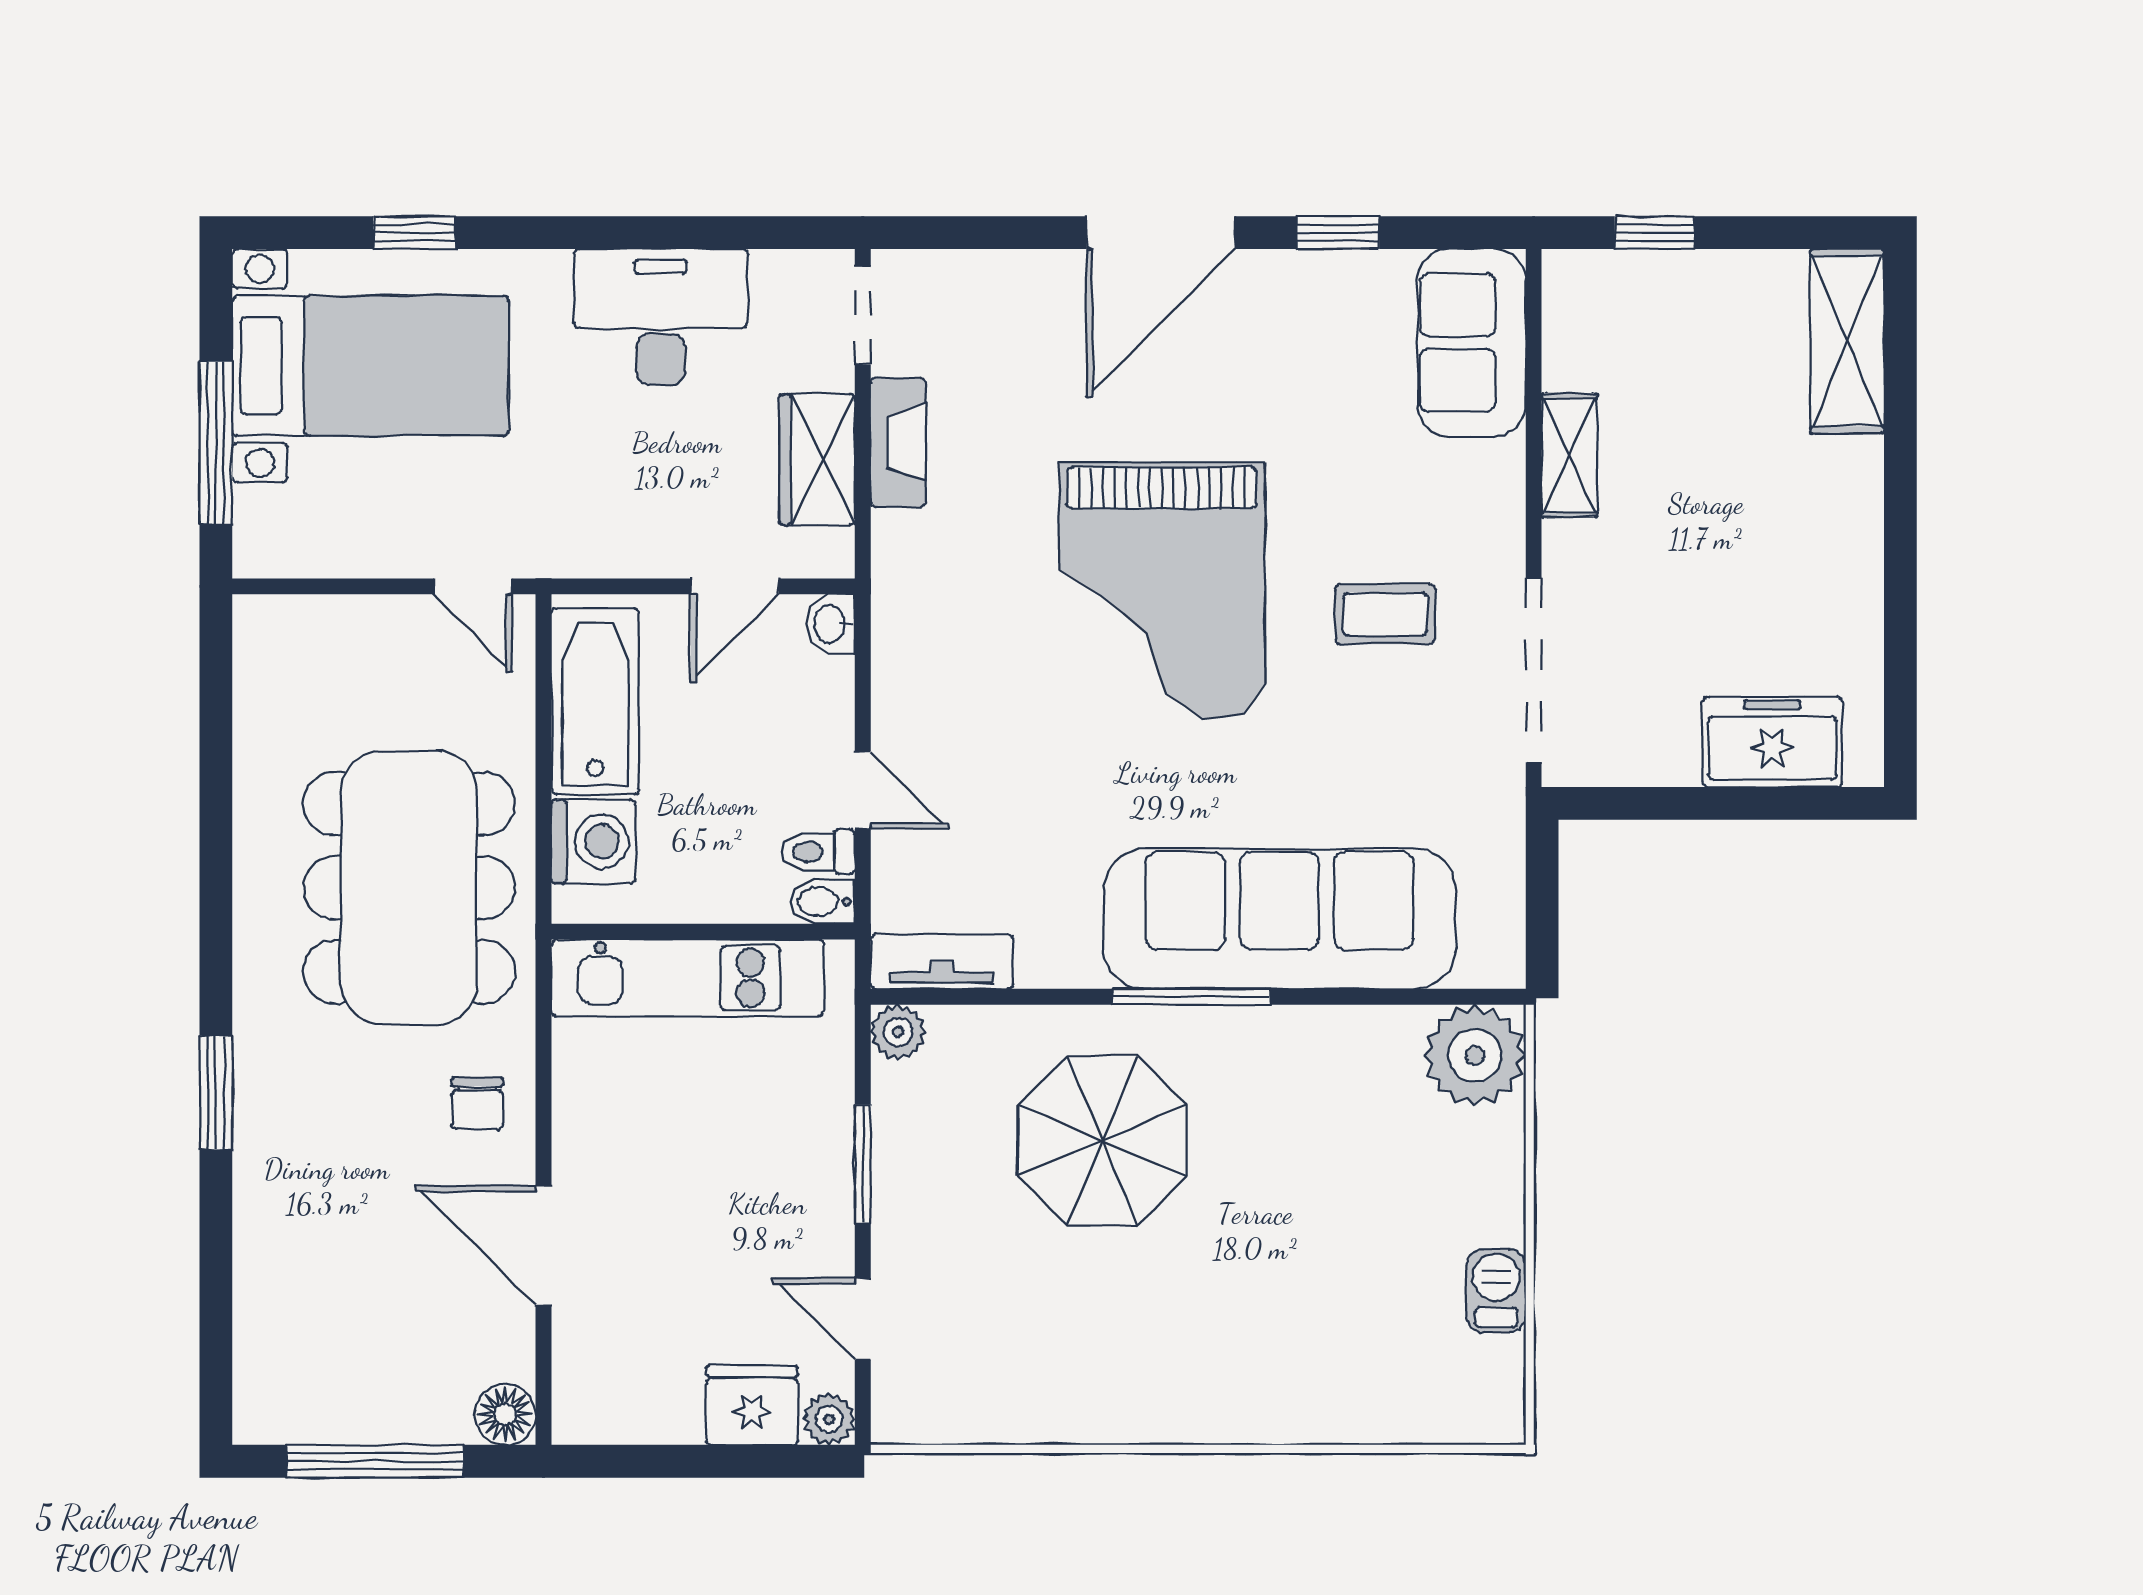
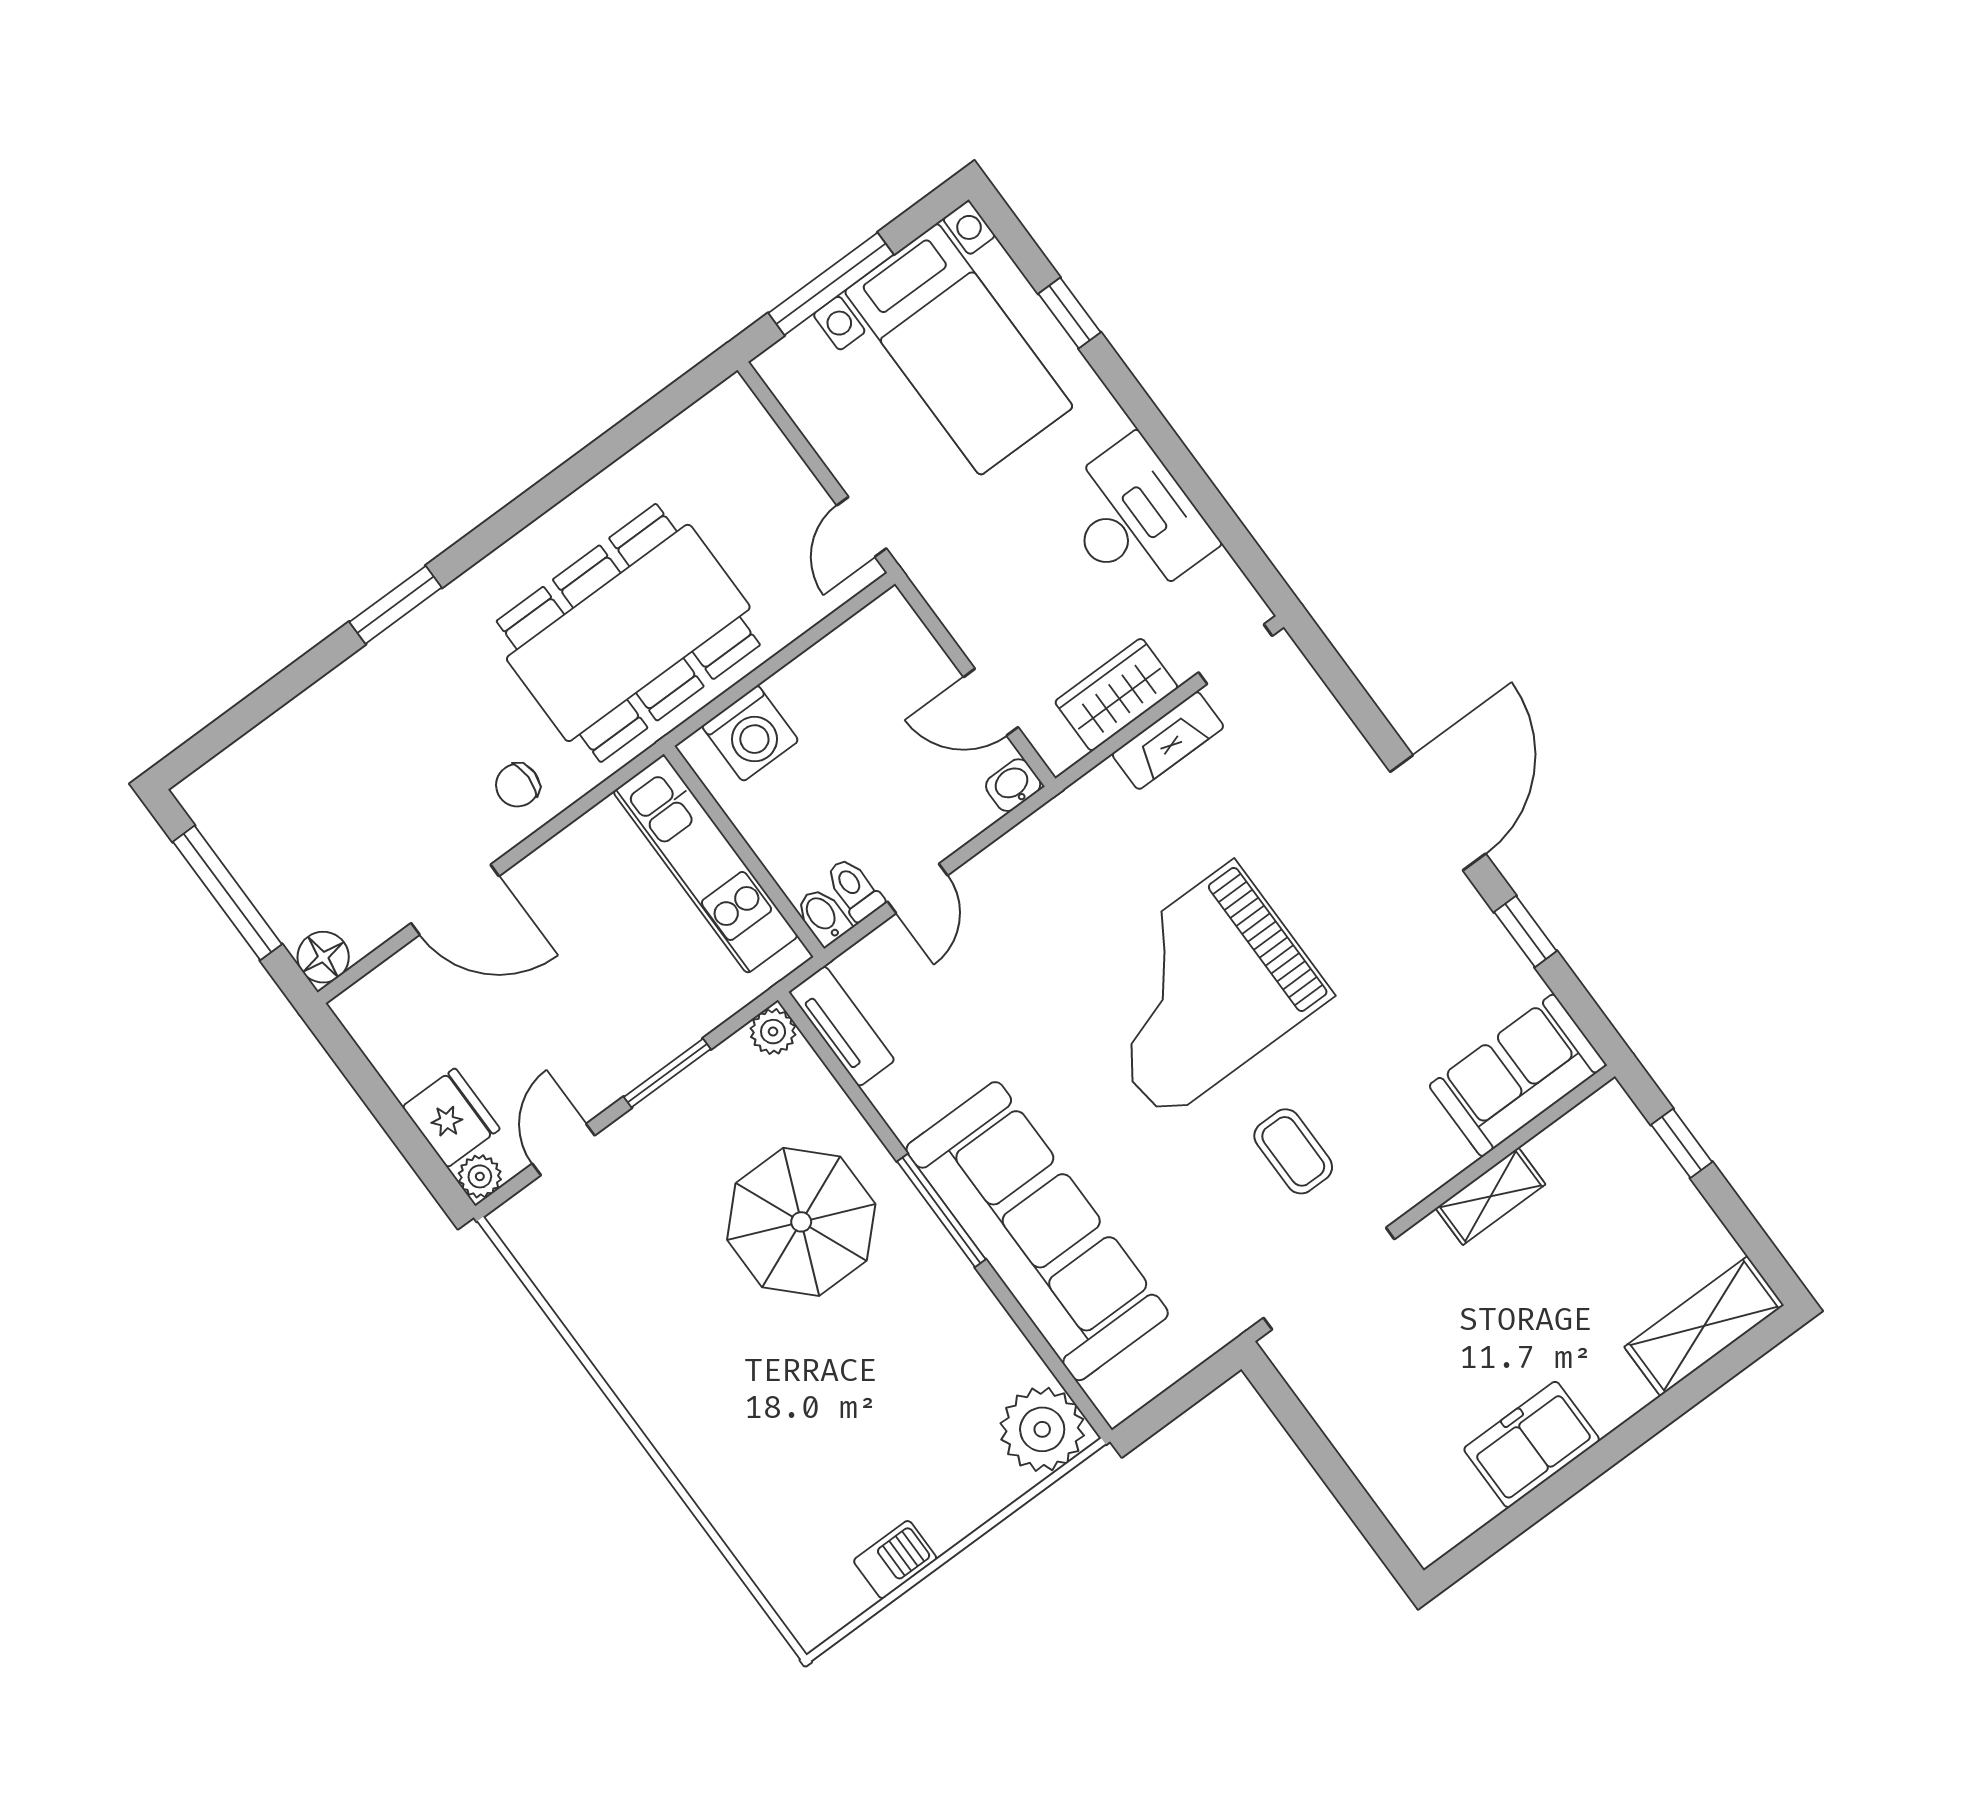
door: (1161, 233) -> (1438, 813), swing flipped
bathtub: (595, 701) -> (845, 665), removed
freezer: (1772, 742) -> (1532, 1444), moved, turned -90
door: (544, 1246) -> (455, 900), swing flipped

